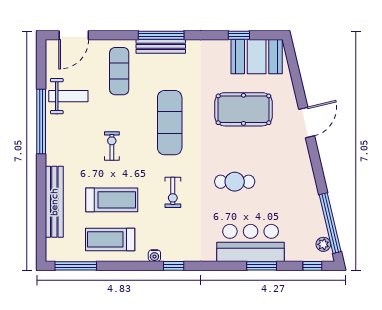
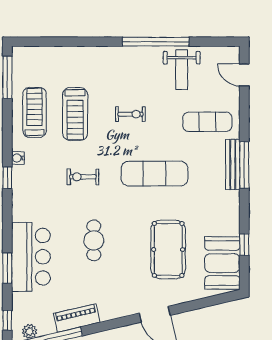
door: (74, 35) -> (244, 75), width x0.73
piano: (310, 198) -> (77, 318), added
bench: (54, 202) -> (73, 55), removed

